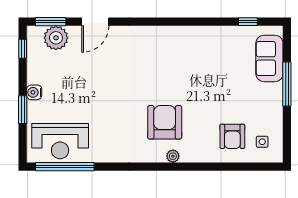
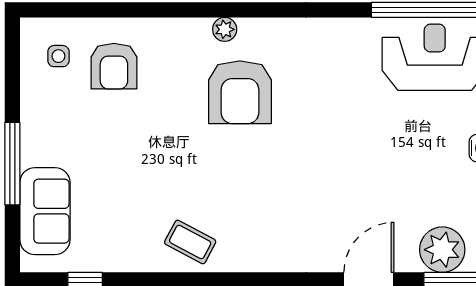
coffee table: (191, 42) -> (190, 242), added
armchair: (232, 136) -> (114, 66), turned 180

